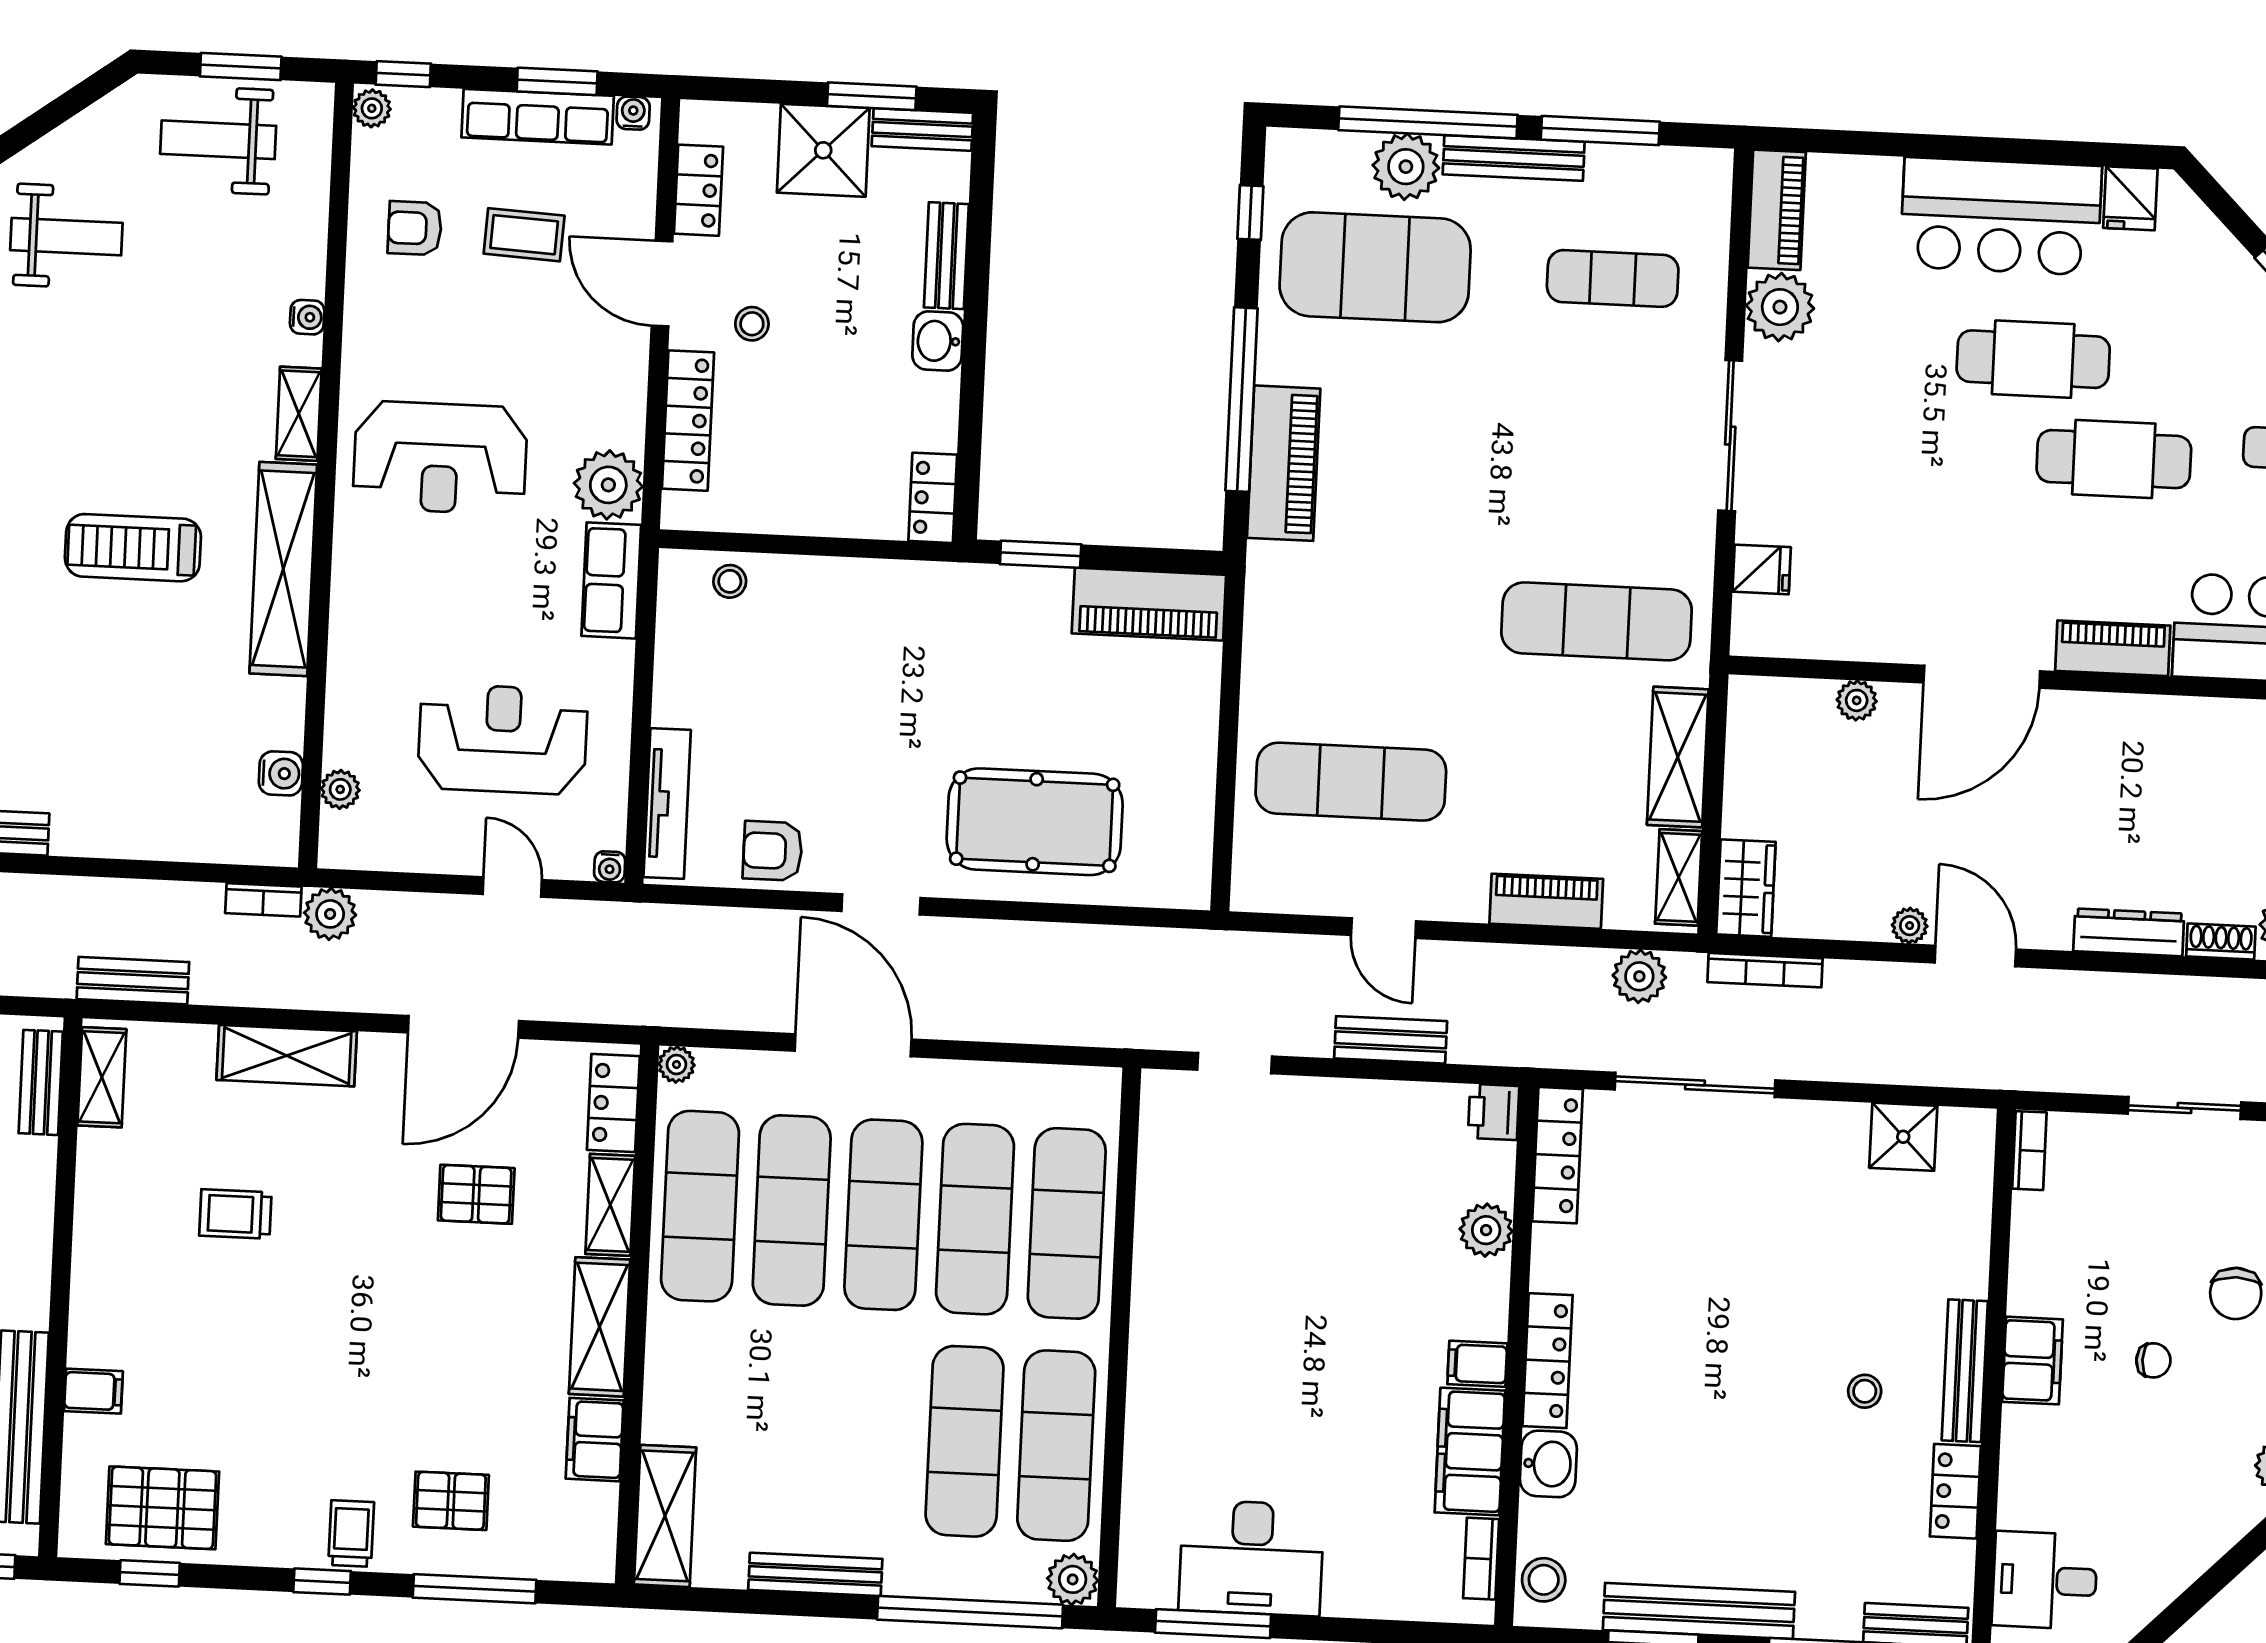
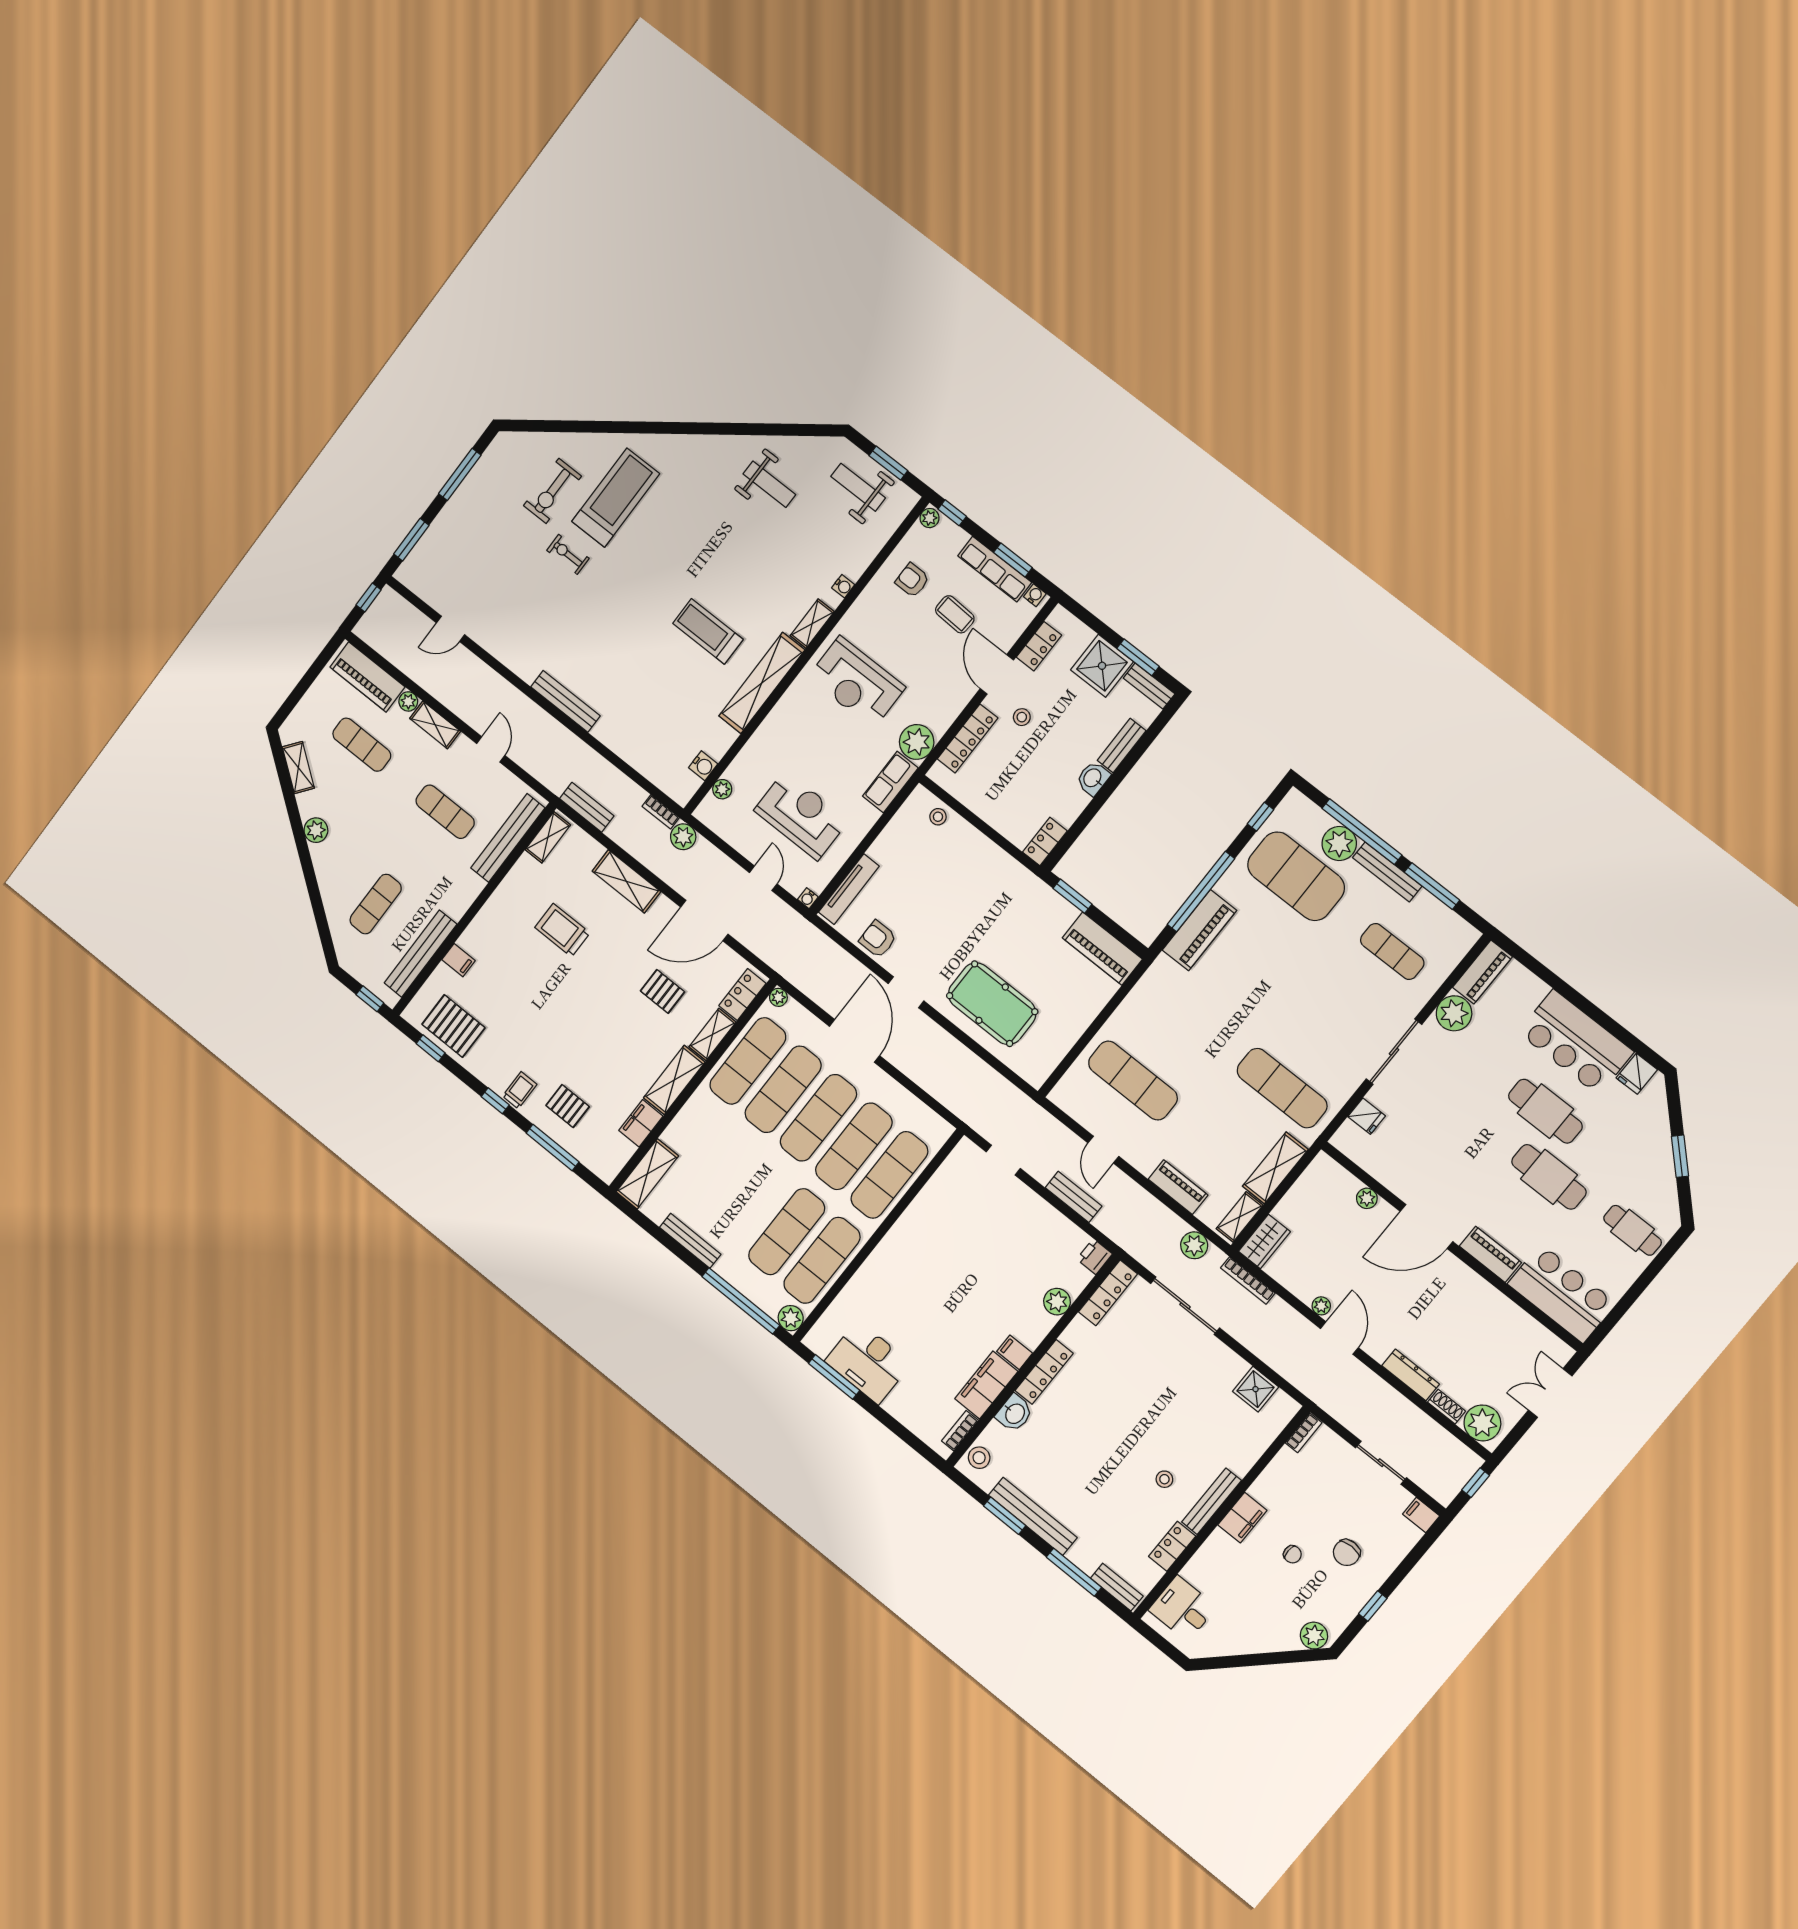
bench: (41, 1082) -> (508, 838), width x1.86, depth x1.21
trolley: (235, 1214) -> (562, 930), width x1.36, depth x1.39

